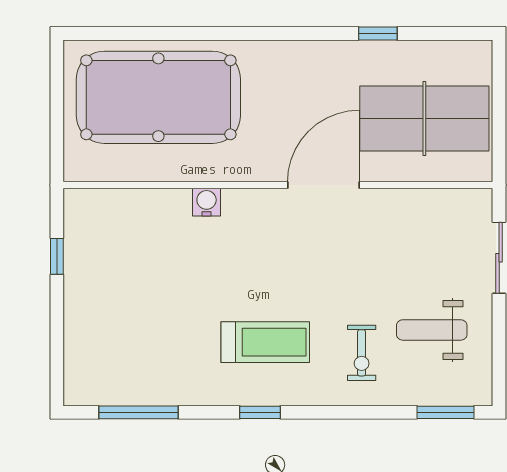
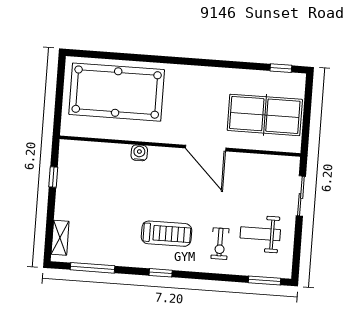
window: (378, 33) -> (281, 68), moved
door: (324, 185) -> (206, 148), swing flipped
shelving: (77, 363) -> (60, 238), added

